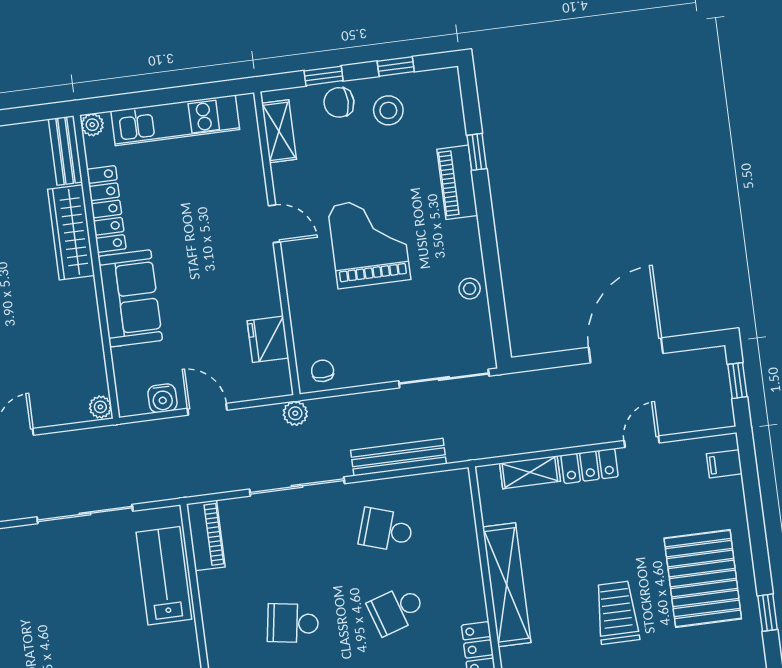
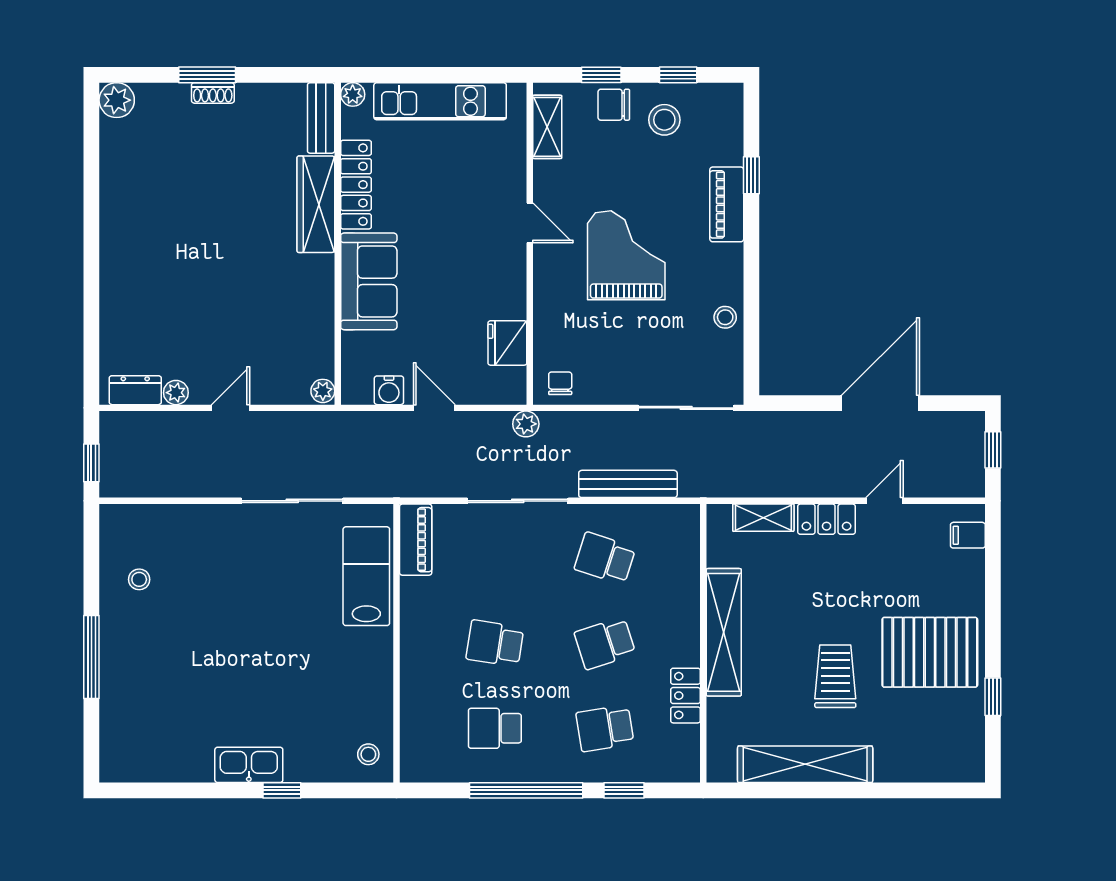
pallet: (703, 578) -> (930, 652), turned 90

